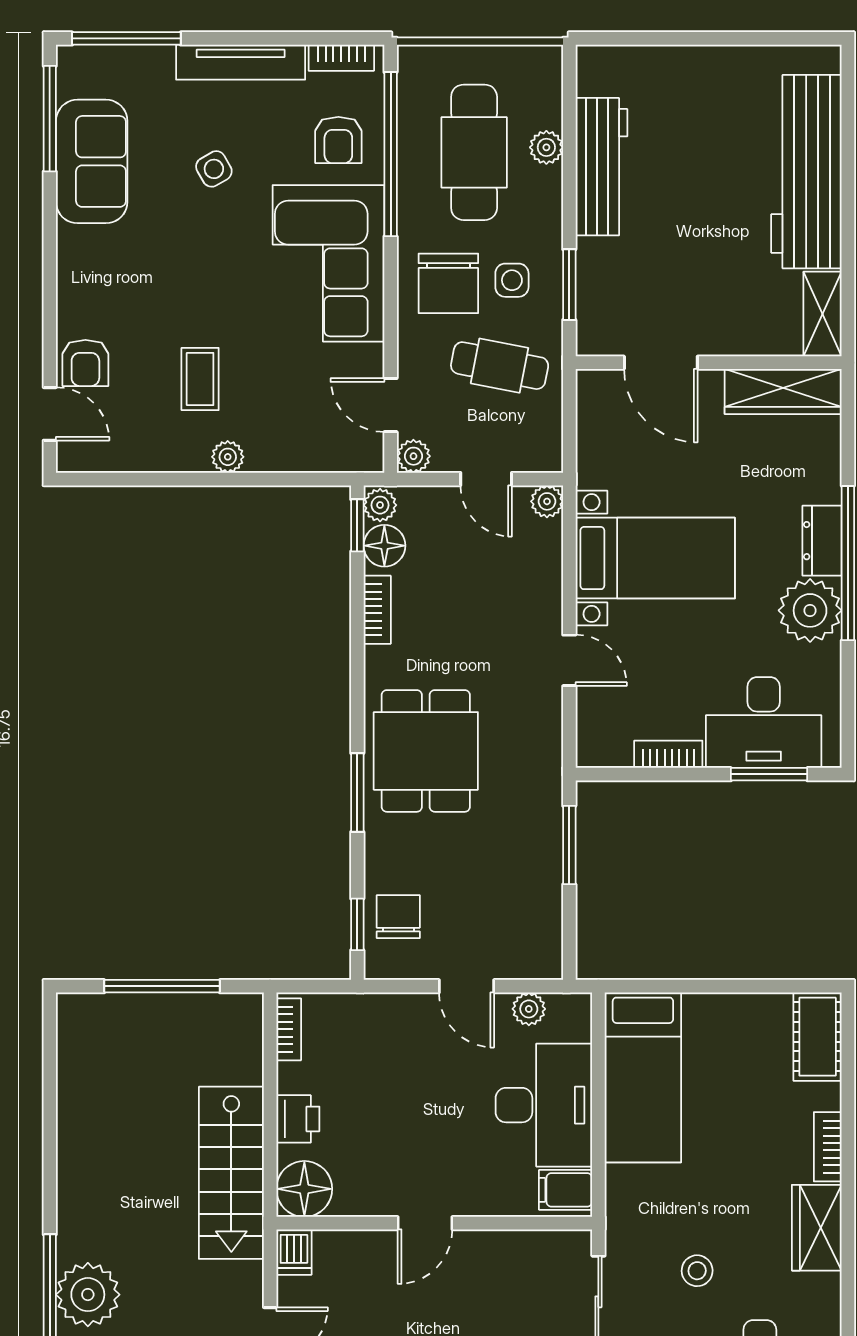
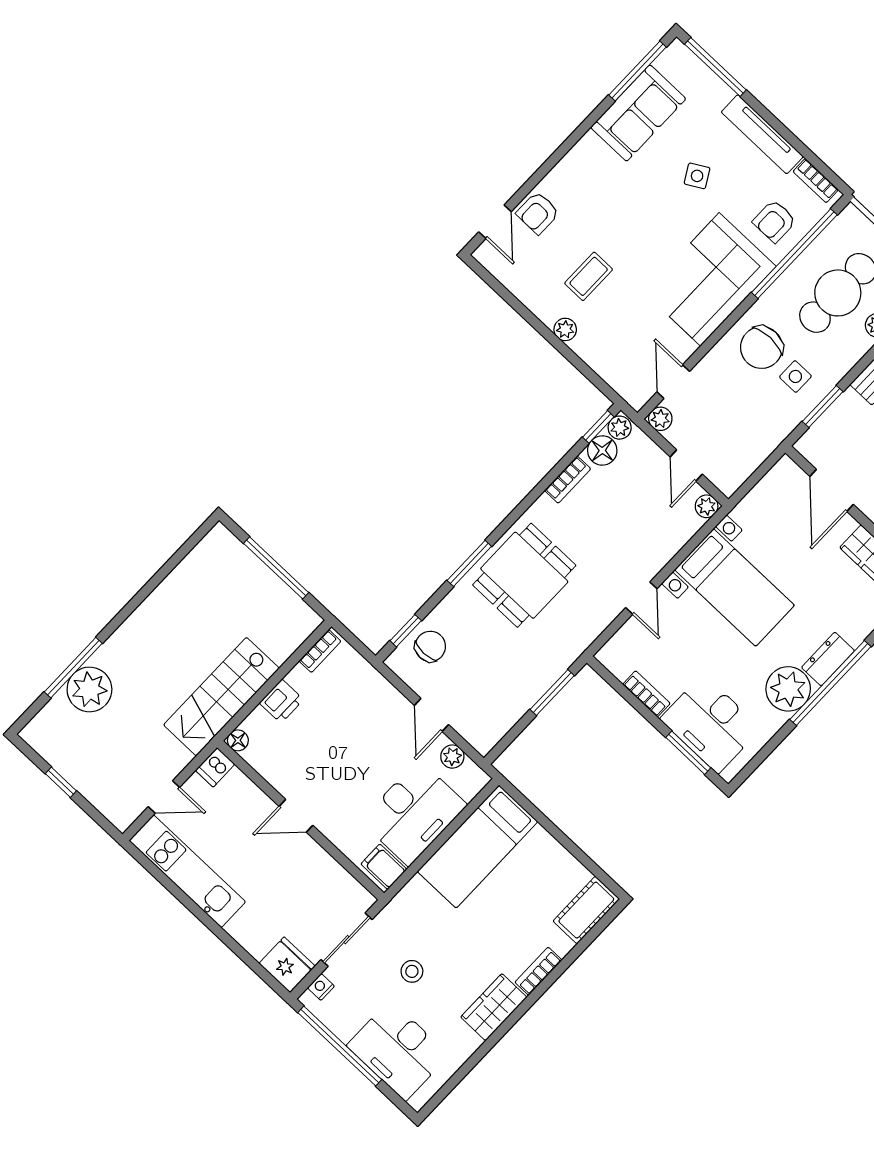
cafe table: (500, 366) -> (748, 414), removed
floor lamp: (304, 1189) -> (238, 740), width x0.53, depth x0.53

